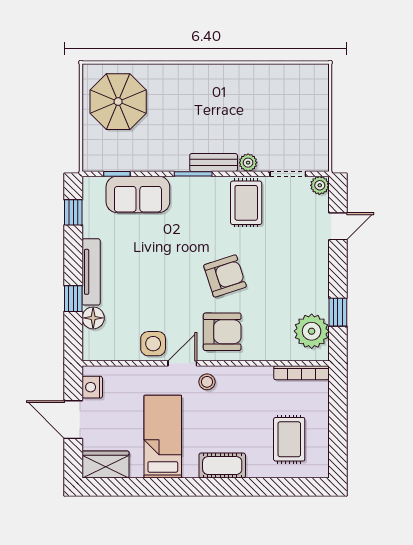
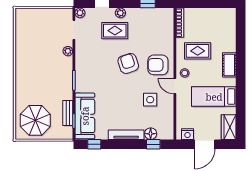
bench: (214, 163) -> (68, 113), moved
sofa: (138, 194) -> (85, 116), width x1.36
rug: (246, 203) -> (115, 31), moved
window: (73, 299) -> (153, 144), moved
plant: (312, 331) -> (120, 13), moved, width x0.53, depth x0.53
armchair: (222, 332) -> (158, 65), turned -90
side table: (153, 344) -> (150, 100), moved
rug: (289, 439) -> (198, 51), moved

